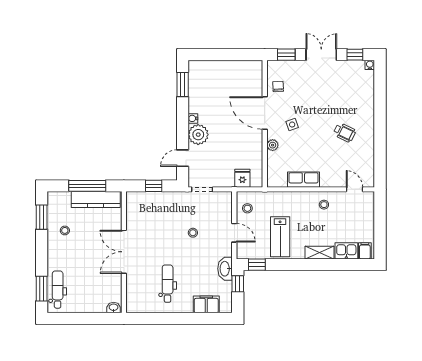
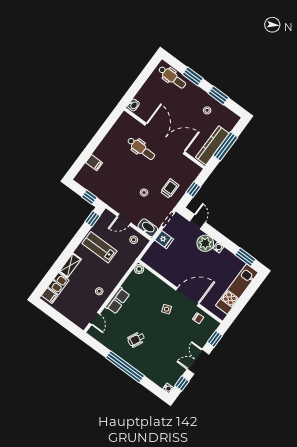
double door: (321, 55) -> (198, 362), swing flipped
kitchen unit: (220, 69) -> (237, 289), added
window: (380, 124) -> (125, 367), added
plant: (273, 145) -> (139, 269), moved
fridge: (242, 178) -> (164, 240), moved
row of seats: (303, 180) -> (118, 301), moved
door: (354, 189) -> (94, 318), hinge flipped
trolley: (170, 210) -> (170, 189), added
window: (42, 217) -> (218, 95), moved
double door: (124, 252) -> (165, 138), width x1.36
washbasin: (225, 269) -> (148, 228), moved
dental chair: (168, 284) -> (141, 149), moved
window: (42, 289) -> (193, 76), moved
filing cabinet: (206, 304) -> (94, 163), width x0.50

